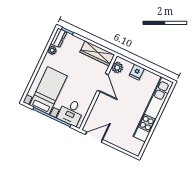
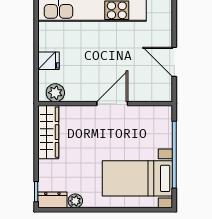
door: (103, 83) -> (112, 104), moved
desk: (71, 112) -> (154, 130), removed
door: (94, 137) -> (174, 62), moved

